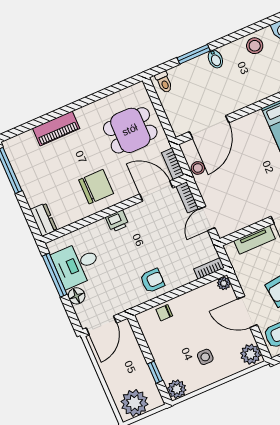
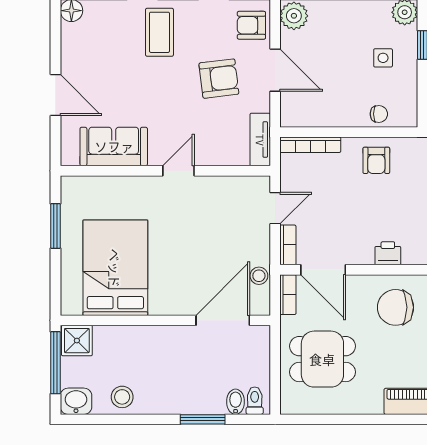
bidet: (215, 59) -> (236, 402), moved
tv unit: (255, 240) -> (260, 140), moved, turned -90
bookcase: (209, 269) -> (310, 145), width x1.56
armchair: (152, 281) -> (376, 160), turned -90
plant: (224, 283) -> (289, 118), removed
side table: (205, 357) -> (383, 58), moved

